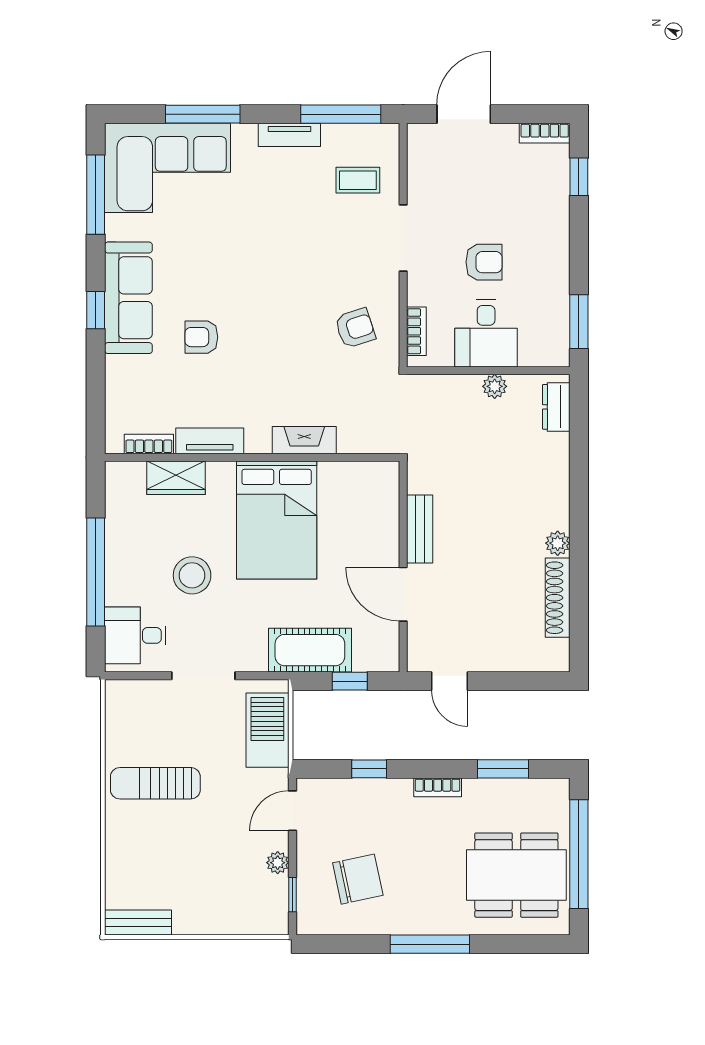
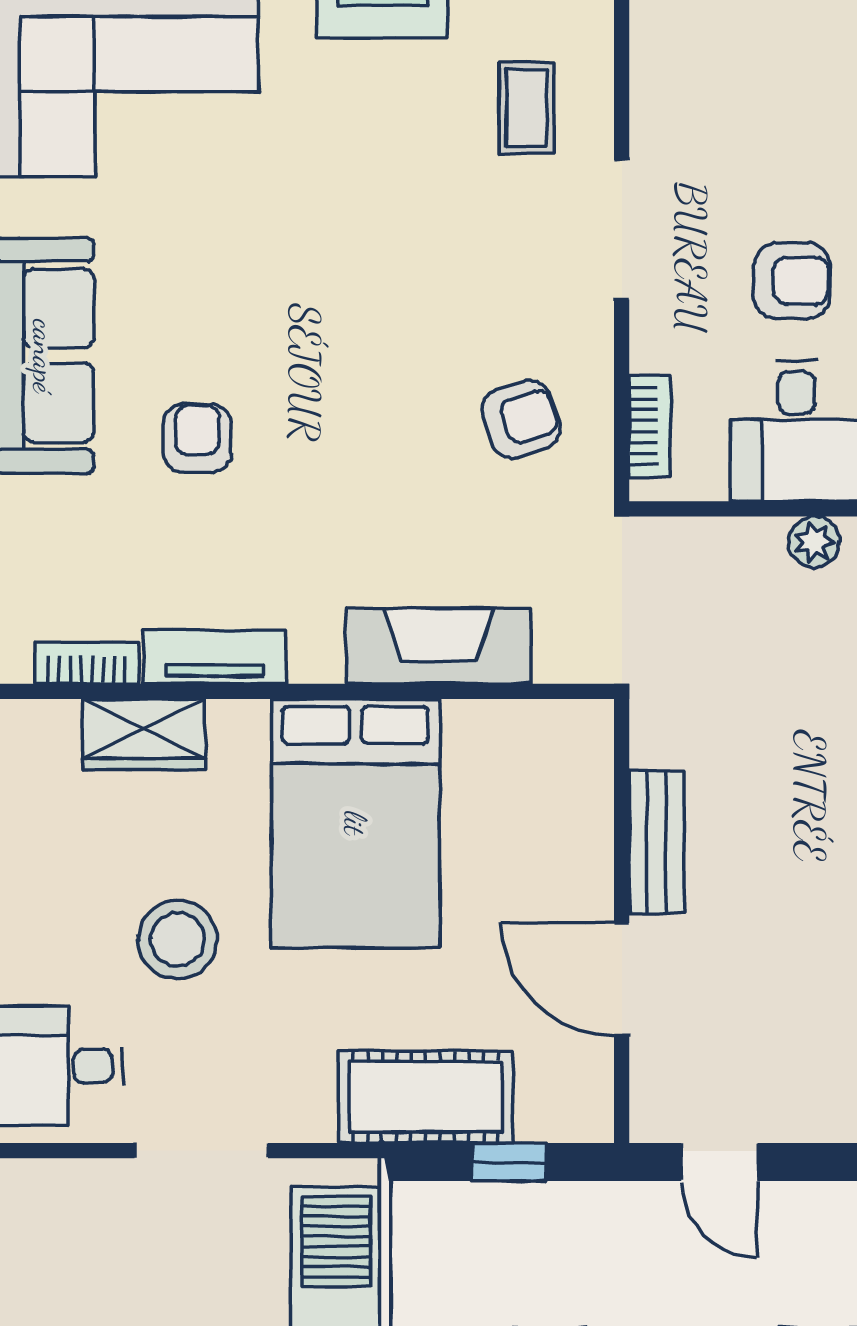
coffee table: (358, 180) -> (526, 108), turned 90
armchair: (201, 337) -> (197, 438), turned 90
fireplace: (304, 440) -> (438, 646), width x1.37, depth x1.32

